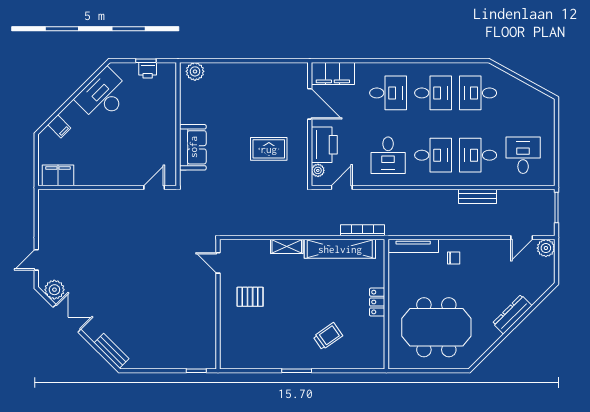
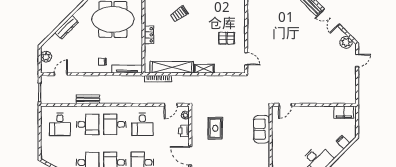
printer: (324, 145) -> (184, 131), width x0.53, depth x0.68
rug: (269, 149) -> (215, 128), turned 90
desk: (388, 155) -> (142, 124), turned 180
plant: (546, 248) -> (46, 57), moved
double door: (67, 318) -> (331, 17), moved

